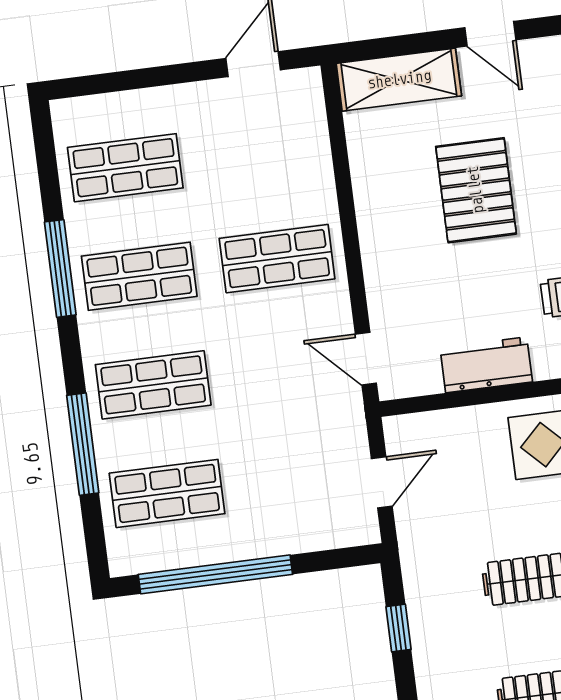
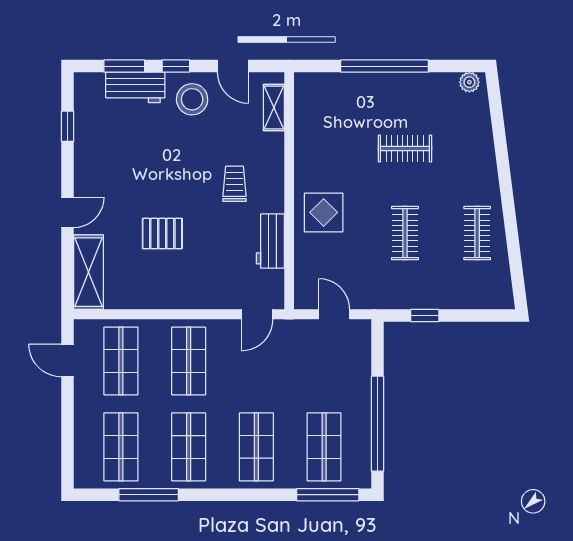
shop shelf: (263, 150) -> (121, 361), added
pallet: (476, 190) -> (162, 234), width x0.67, depth x0.71
window: (60, 268) -> (149, 495), moved
window: (83, 444) -> (328, 495), moved

